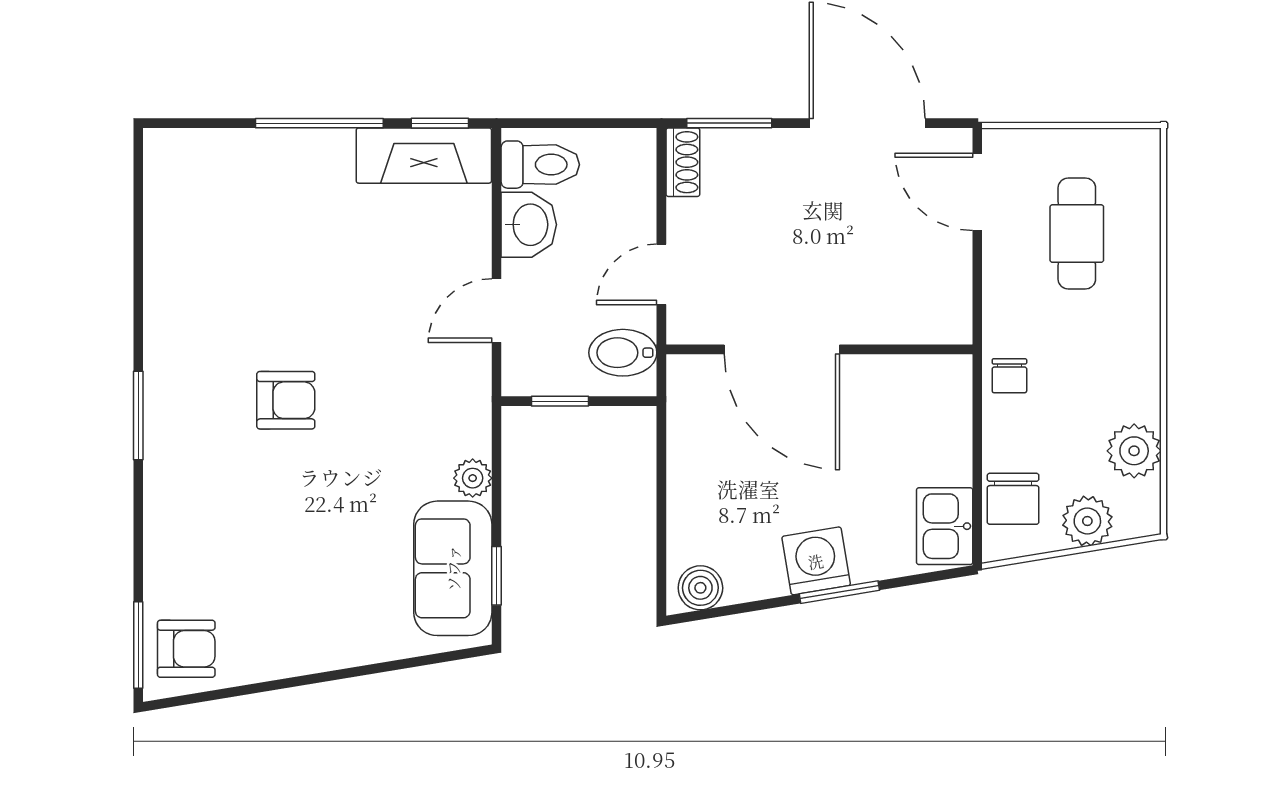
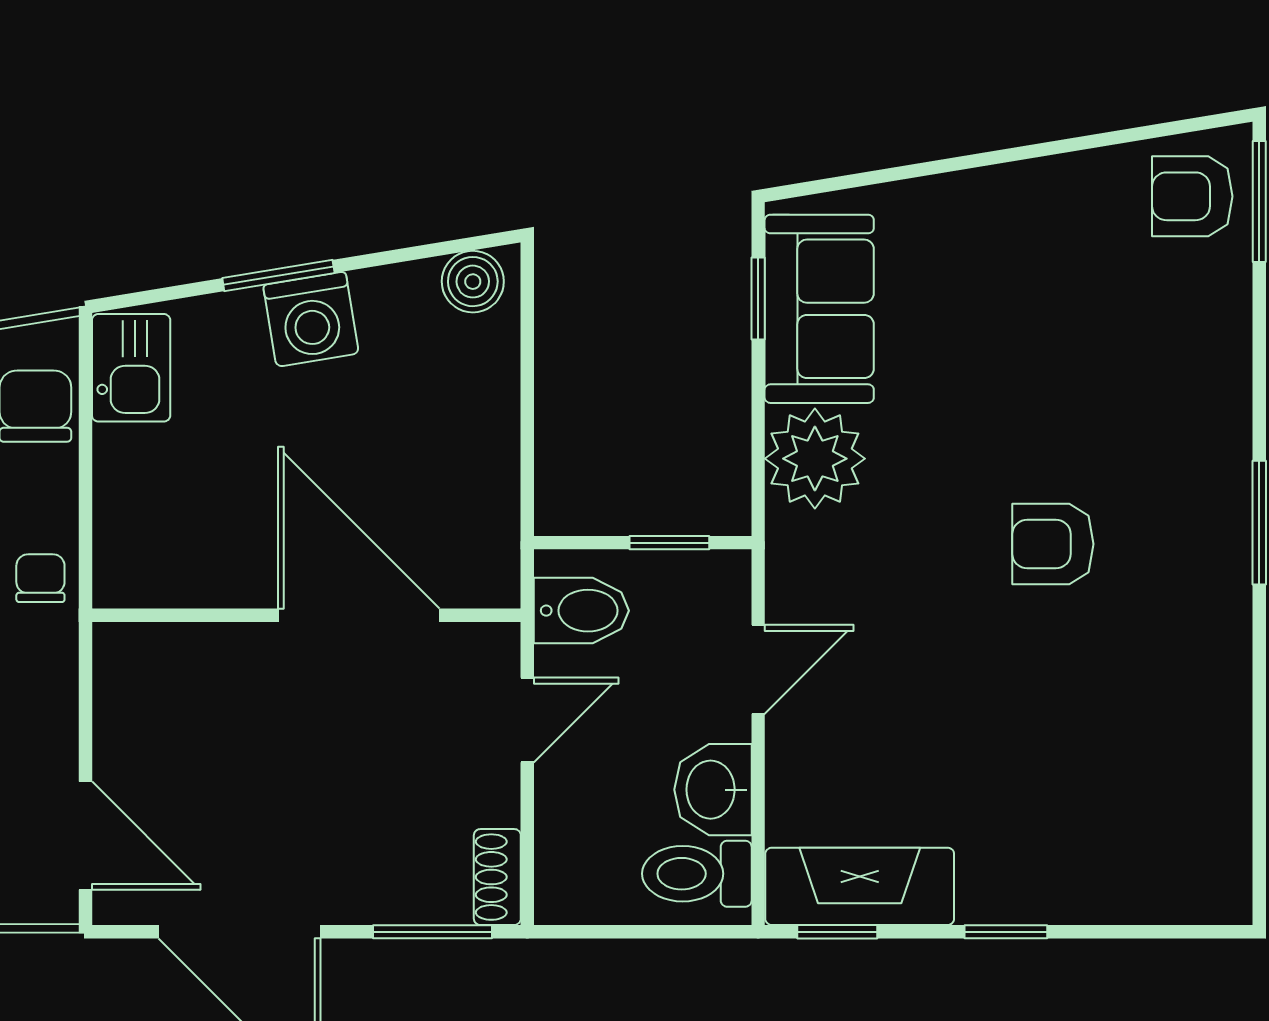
window: (319, 123) -> (1006, 932), width x0.46
plant: (473, 478) -> (815, 459), width x1.88, depth x1.88

